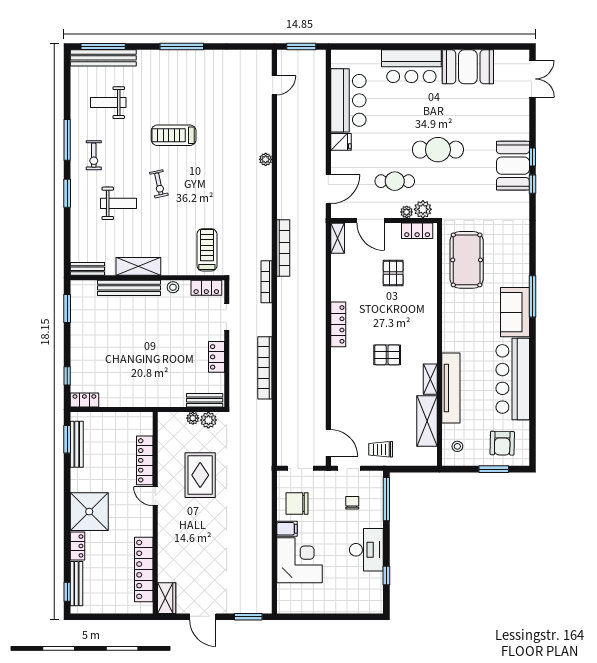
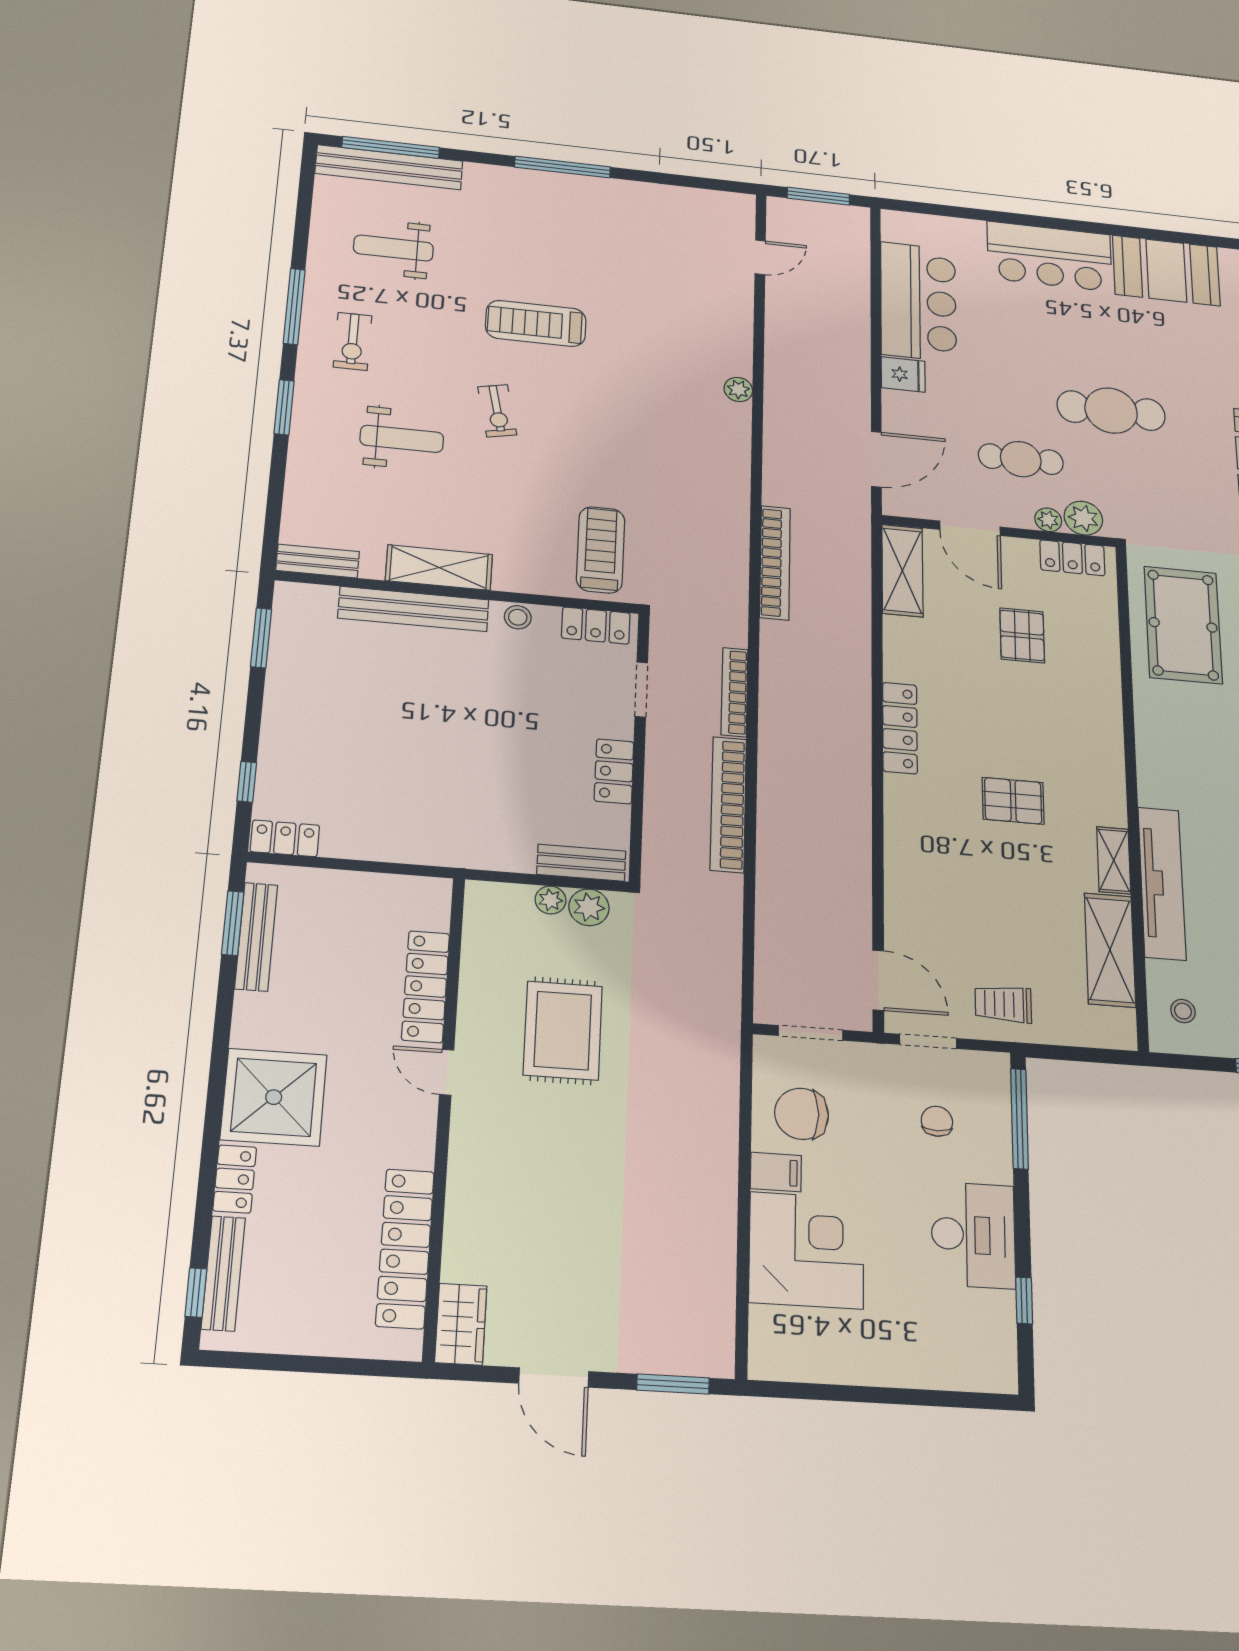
shelving: (338, 238) -> (902, 571), width x1.50, depth x1.33
bookcase: (267, 282) -> (735, 692), moved

